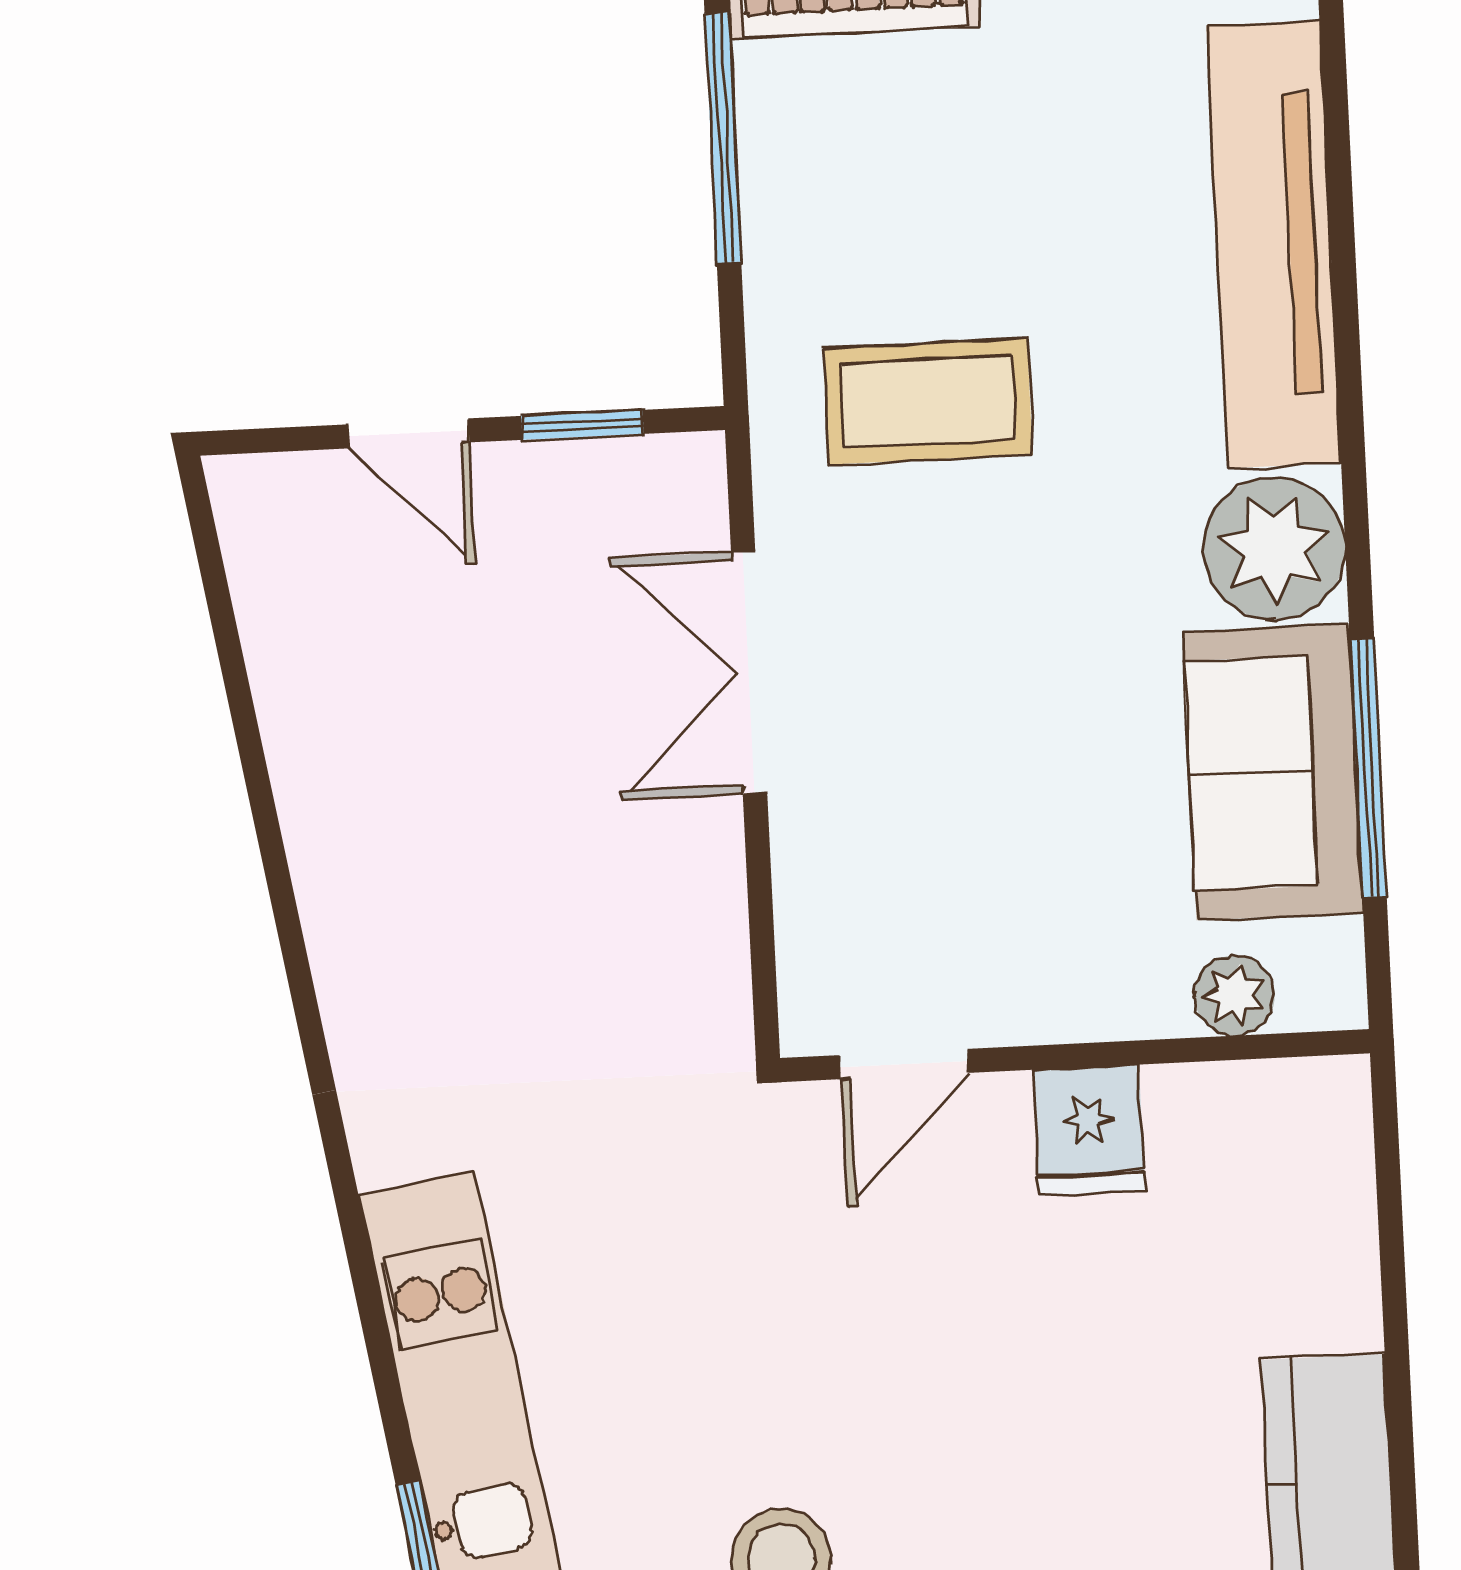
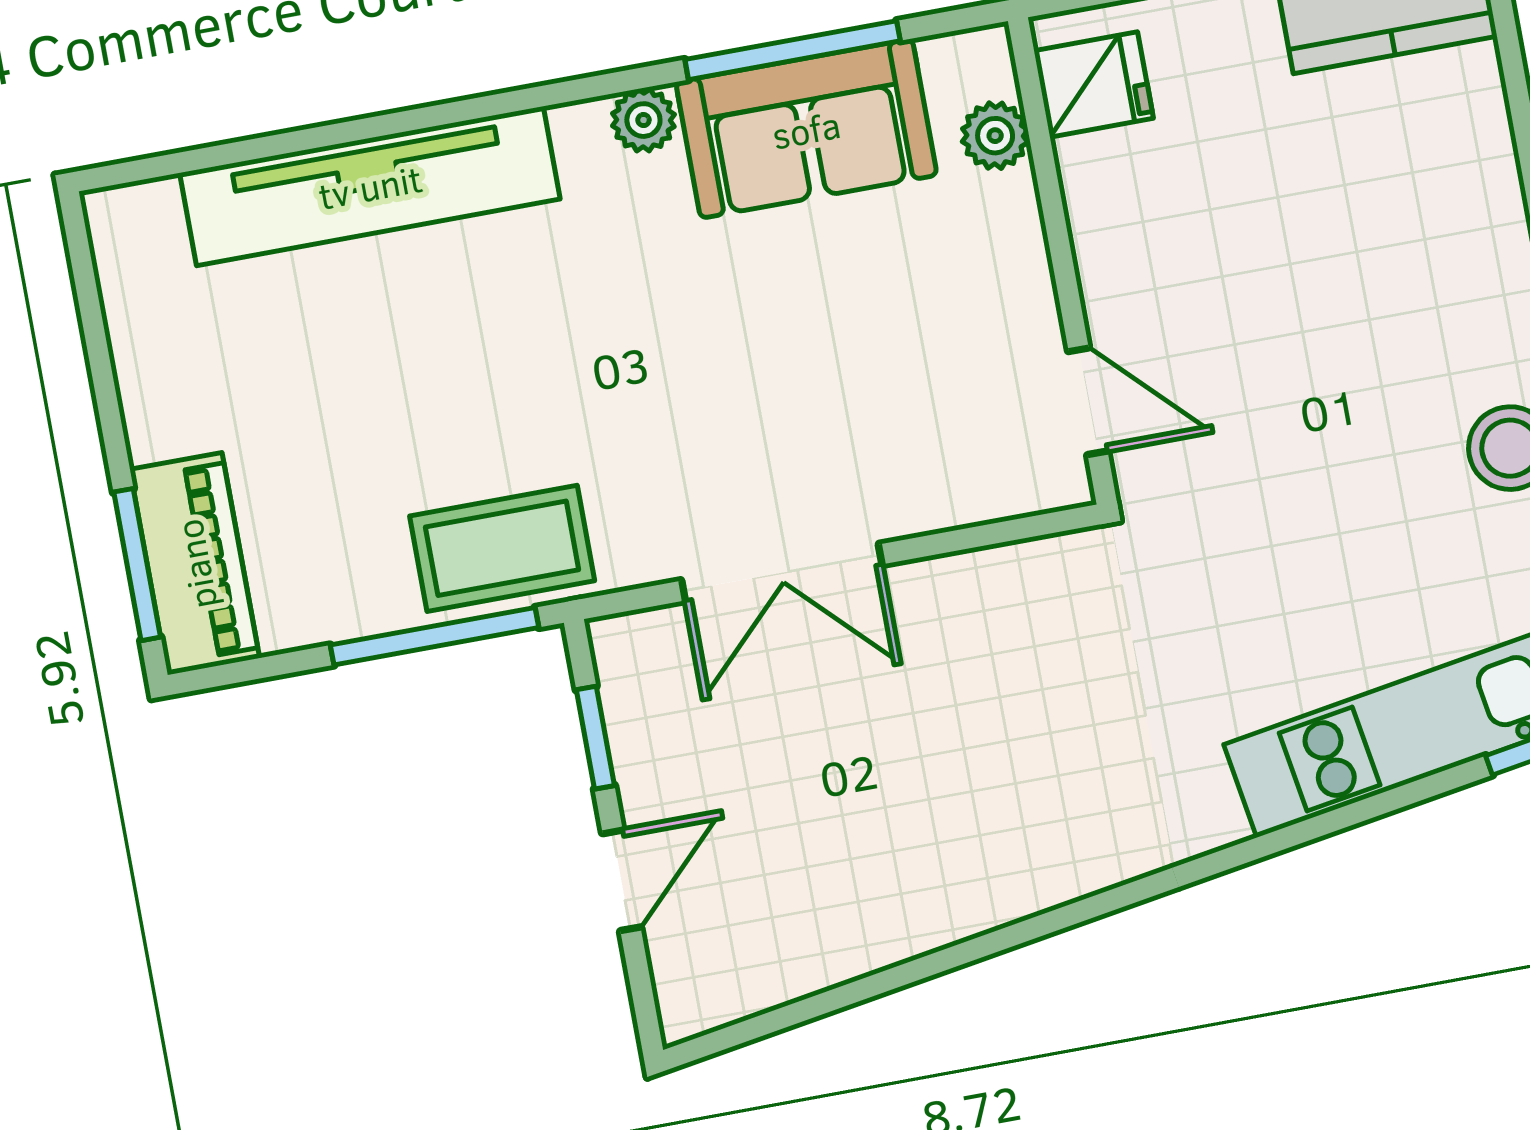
window: (723, 137) -> (435, 636), moved
coffee table: (928, 401) -> (502, 548), moved, turned 90
plant: (1274, 548) -> (643, 120), width x0.53, depth x0.53
fridge: (1089, 1130) -> (1094, 85), moved

